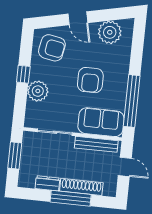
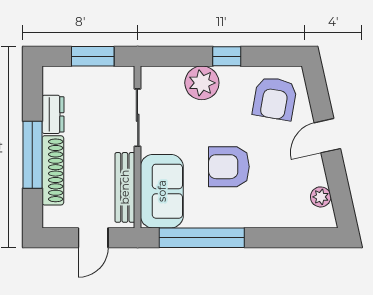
plant: (110, 32) -> (321, 197), width x0.53, depth x0.53

